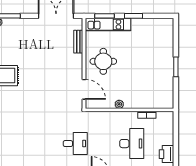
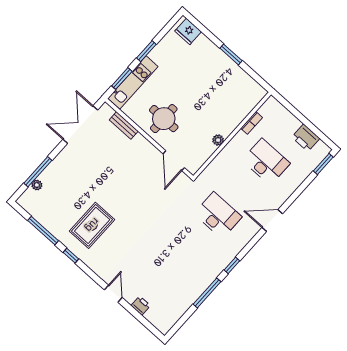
fridge: (167, 30) -> (188, 31), added
door: (84, 89) -> (174, 161), swing flipped
desk: (75, 144) -> (218, 215), width x1.37

